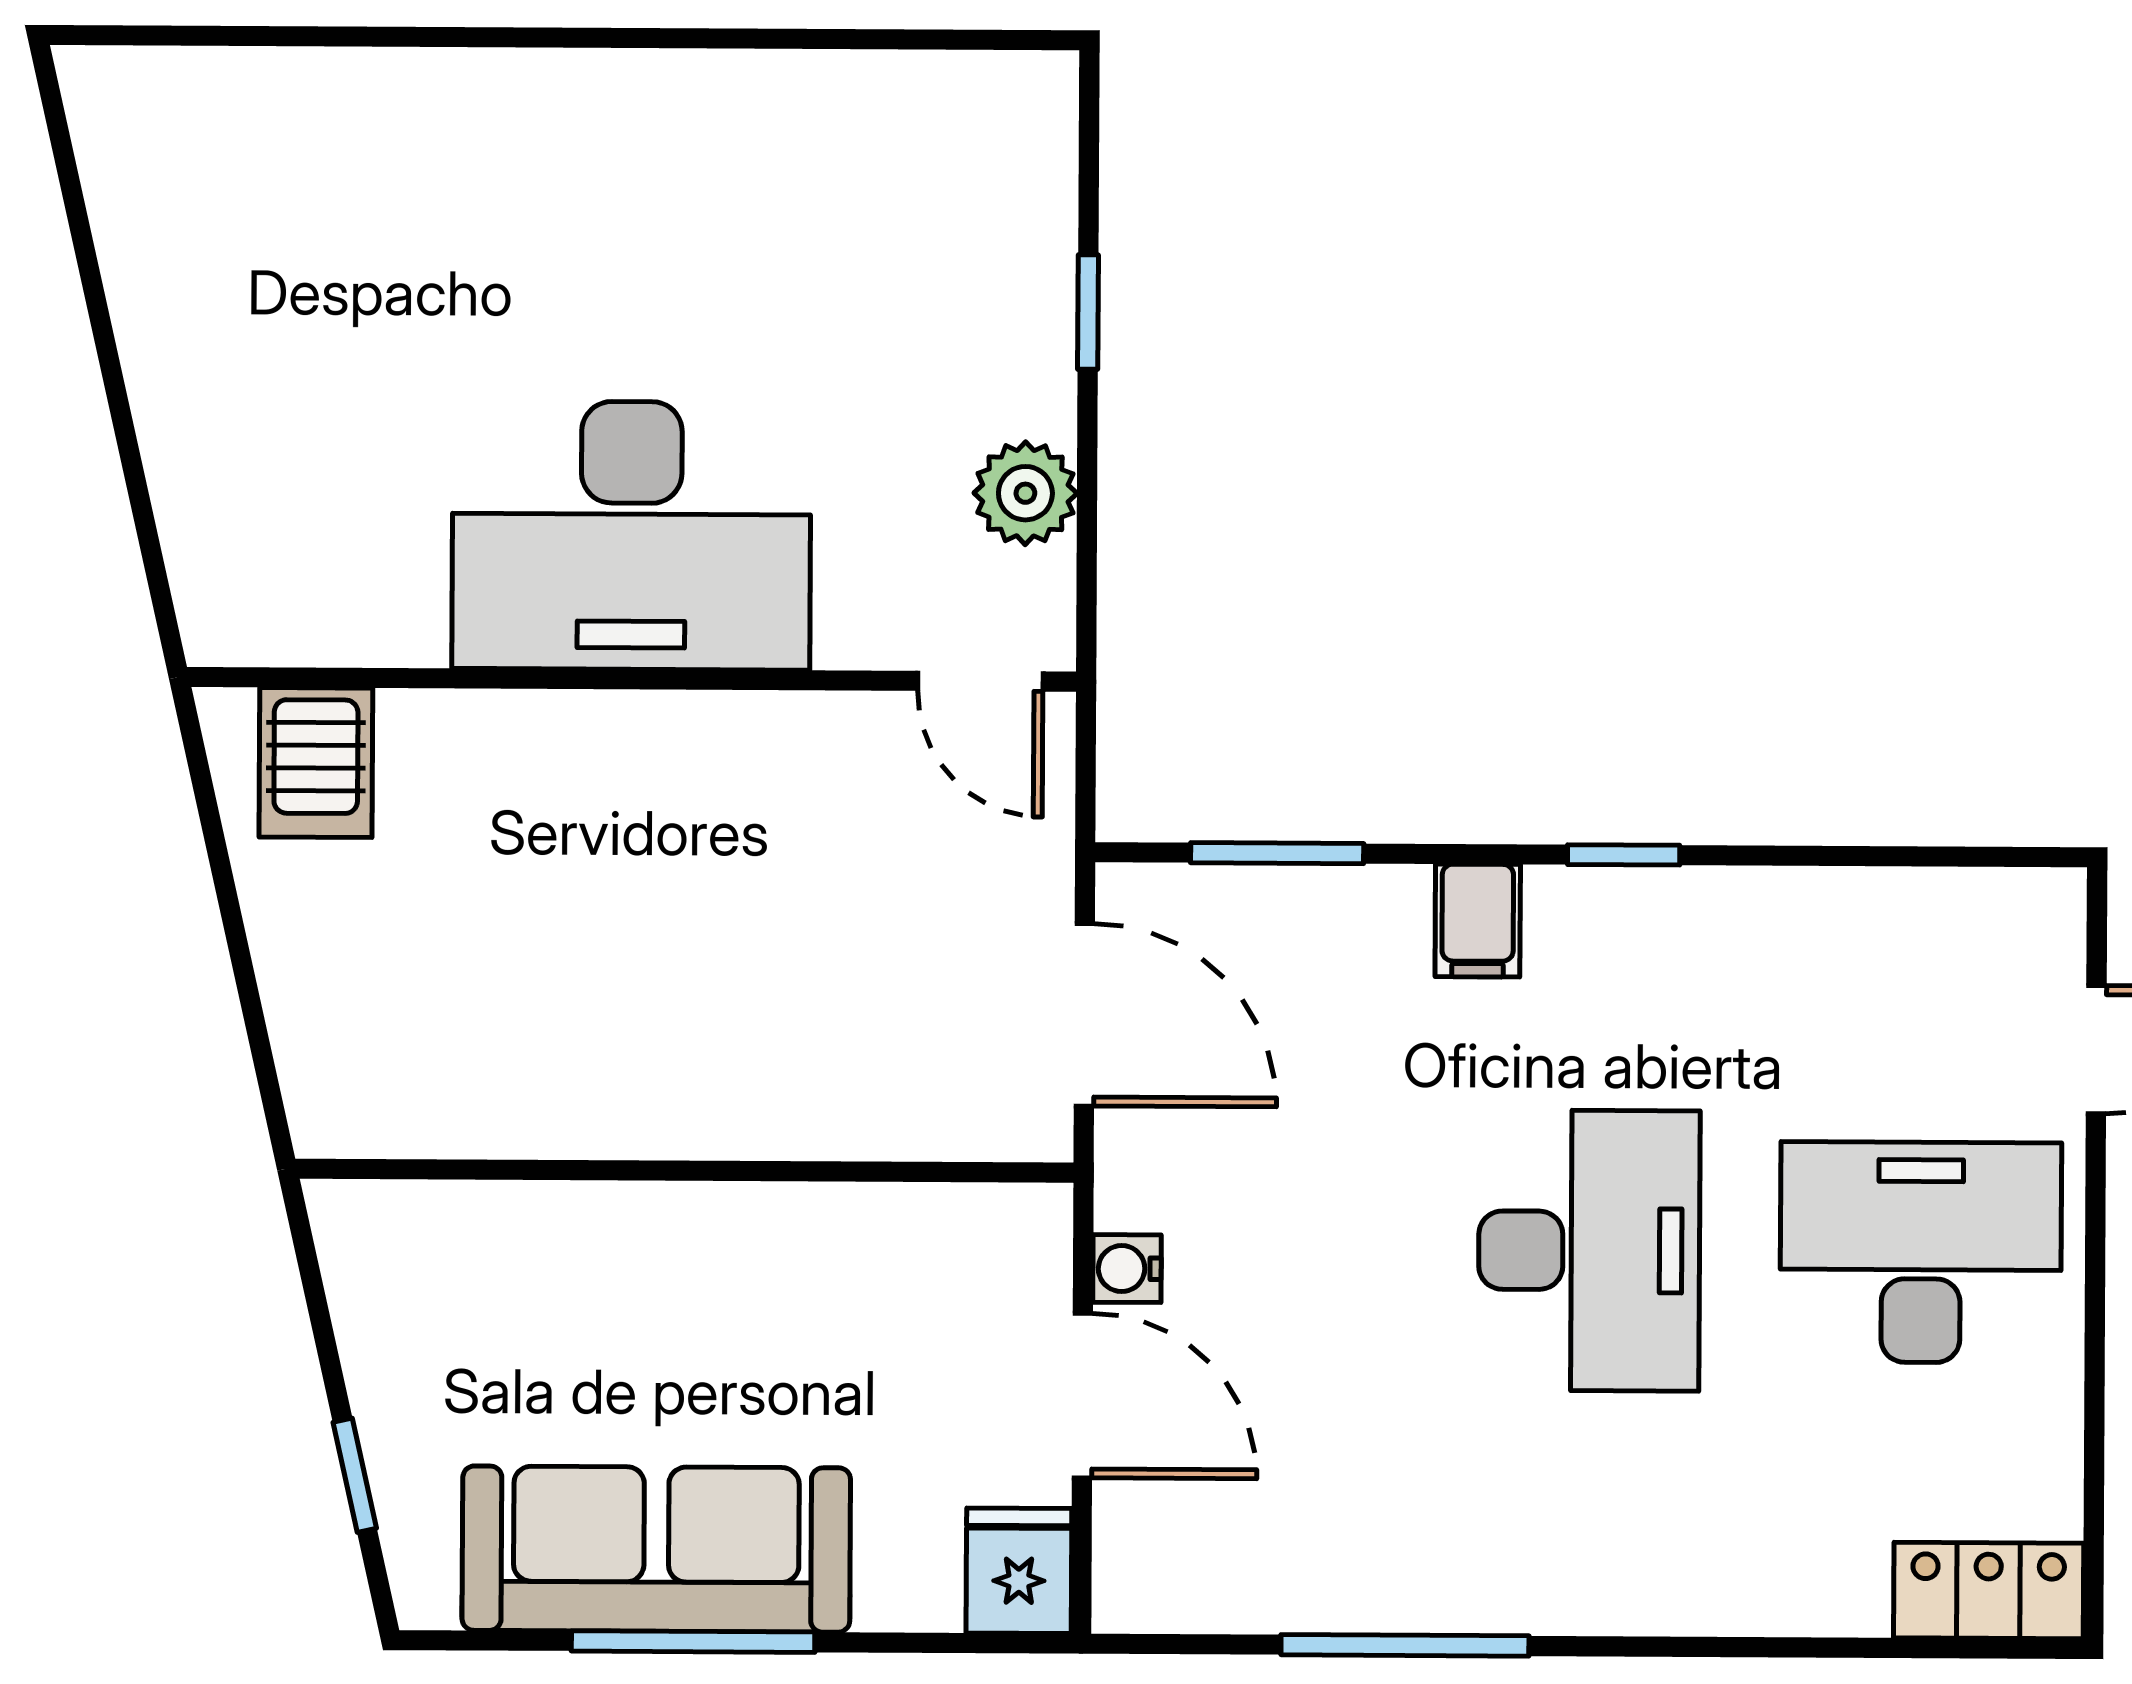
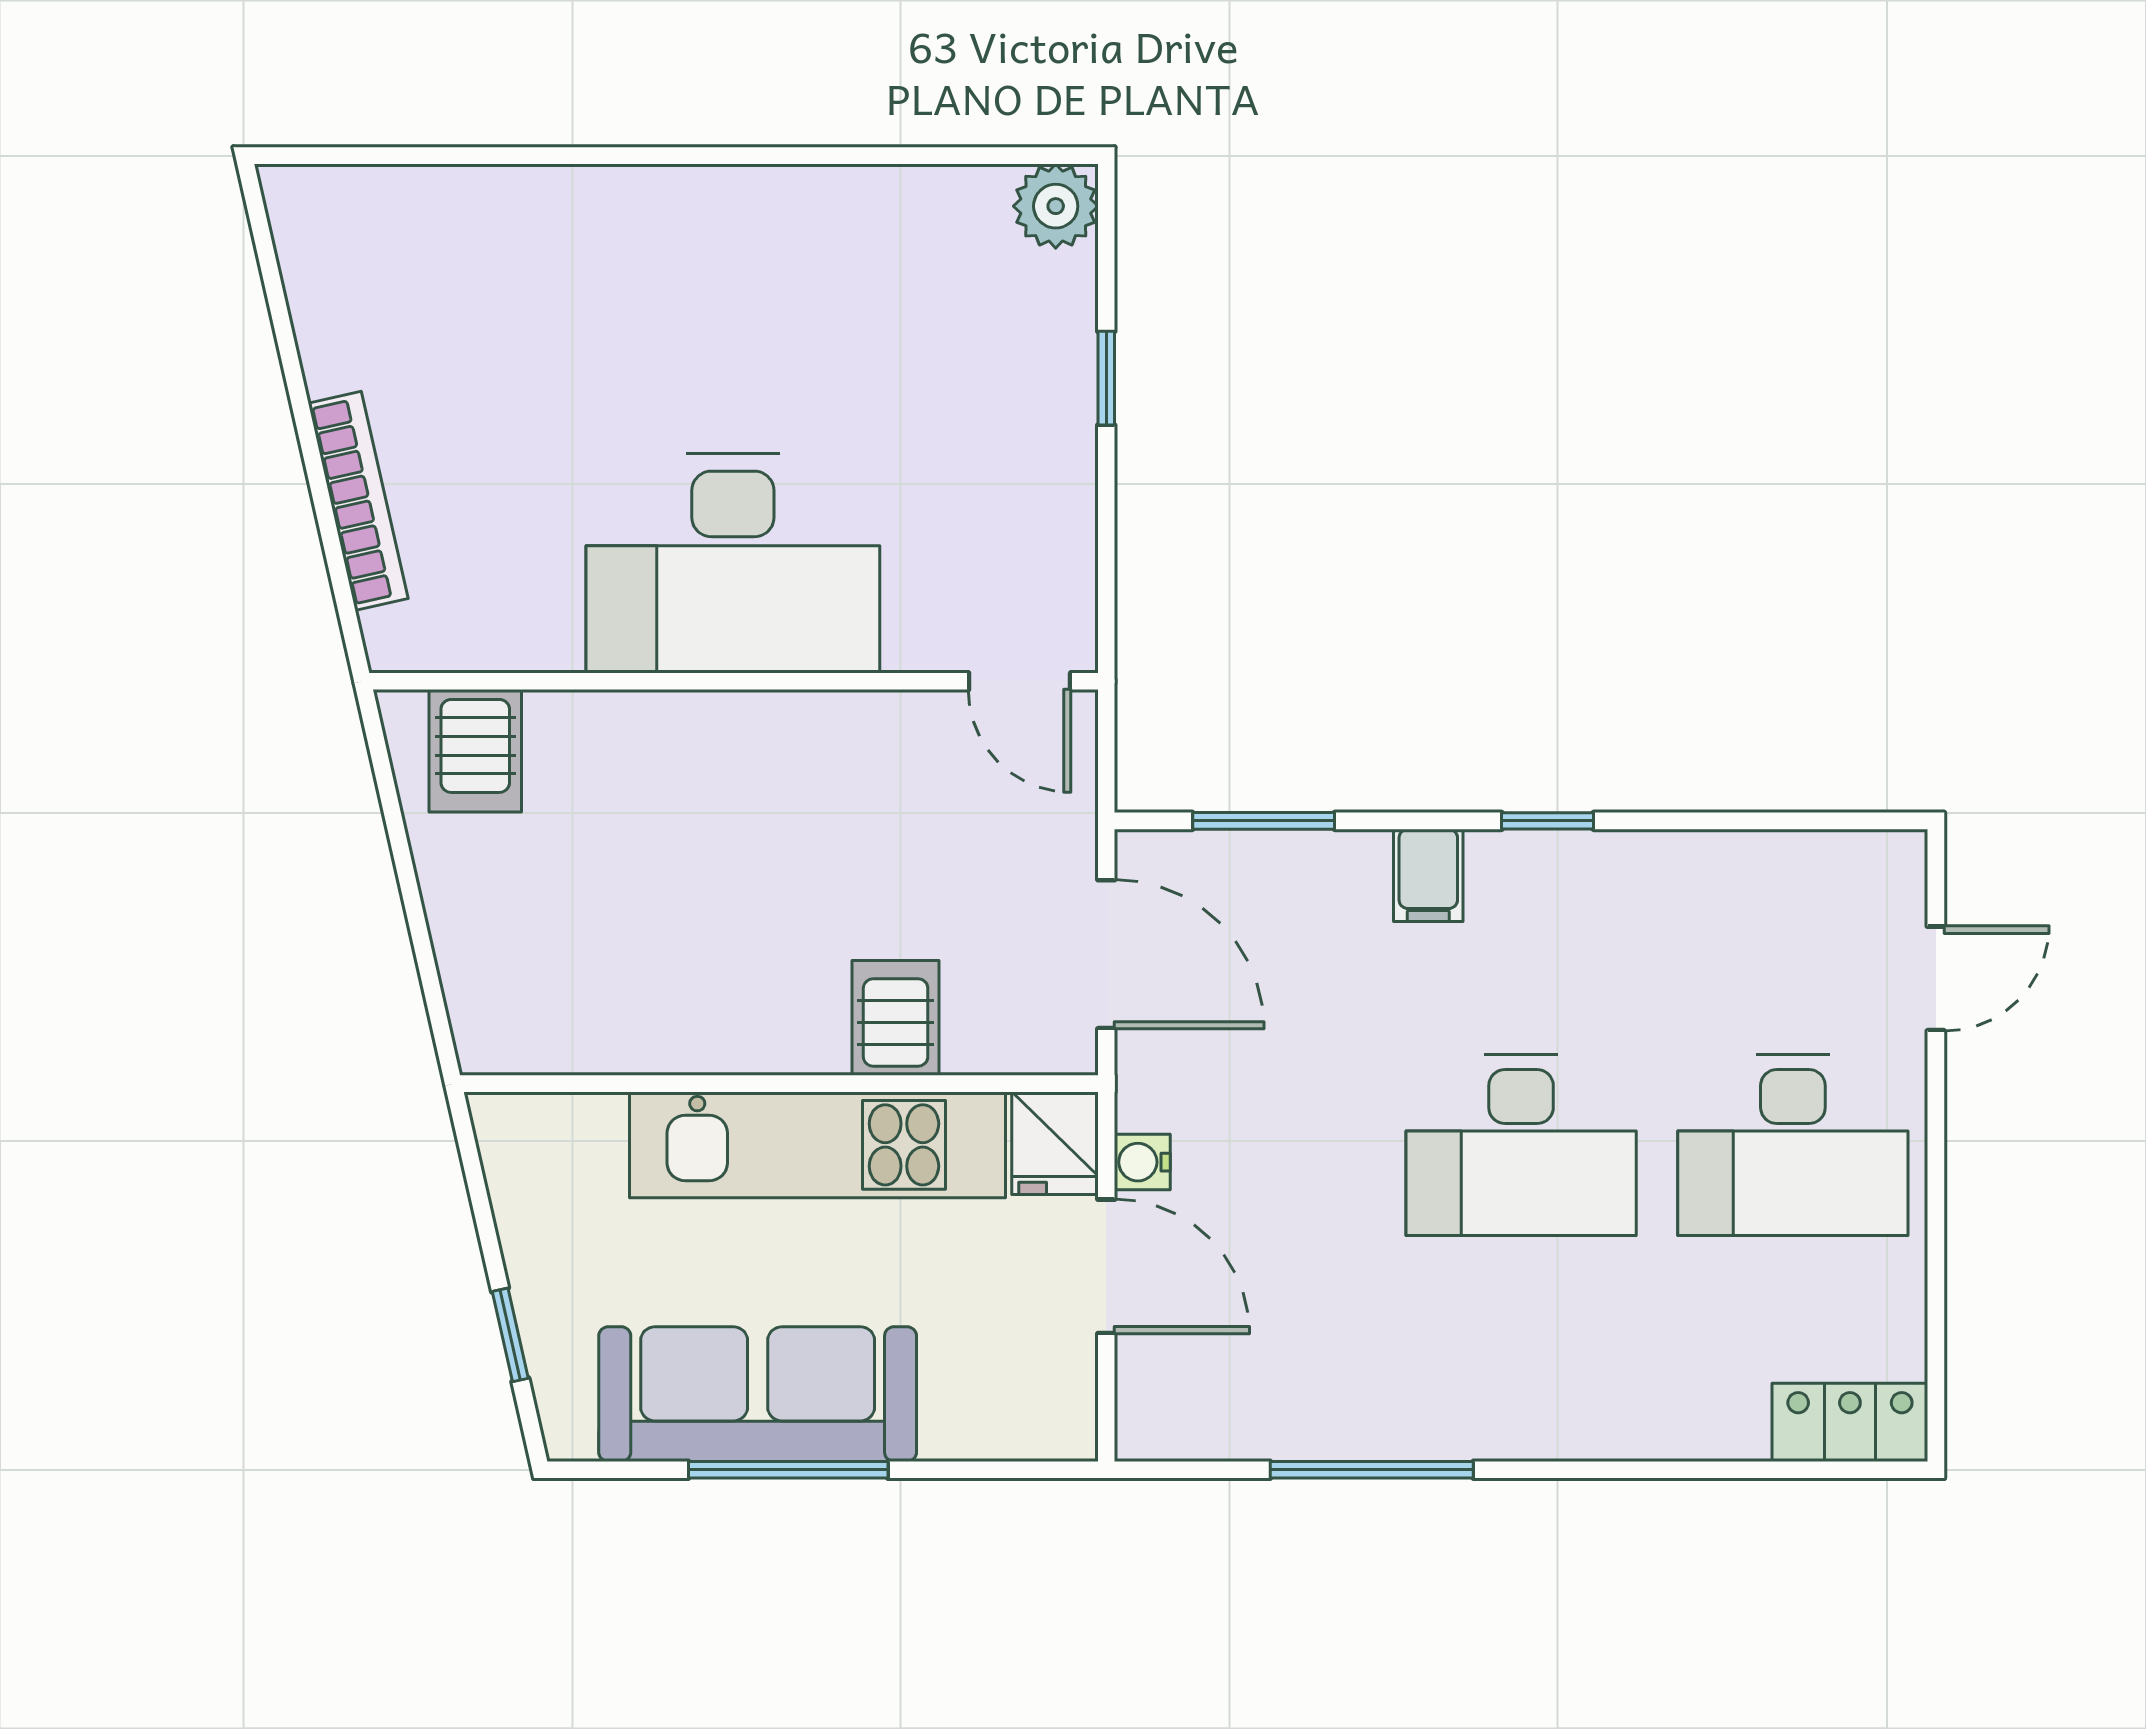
bookcase: (175, 457) -> (358, 501), added
plant: (1025, 493) -> (1056, 206), moved
server rack: (827, 1091) -> (896, 1018), added
kitchen unit: (731, 1245) -> (818, 1145), added
desk: (1589, 1251) -> (1521, 1145), turned 90
desk: (1921, 1252) -> (1793, 1145), turned 180
fridge: (1019, 1571) -> (1055, 1143), moved, turned 180

